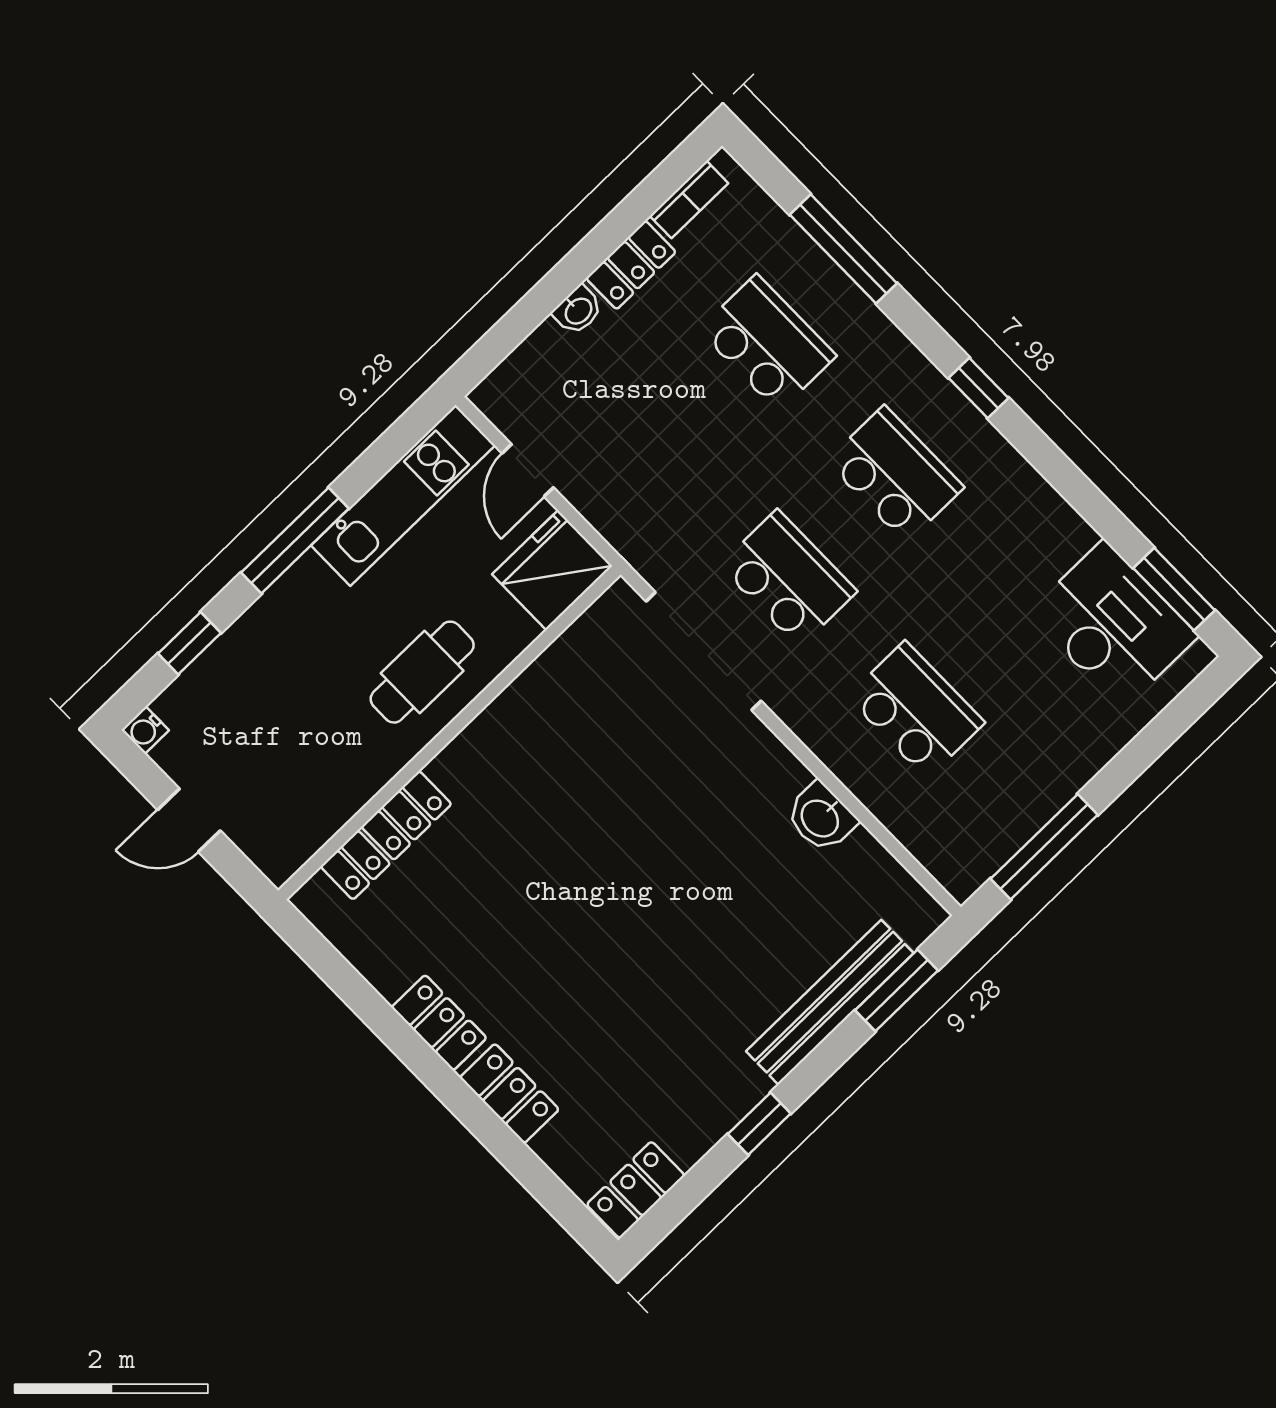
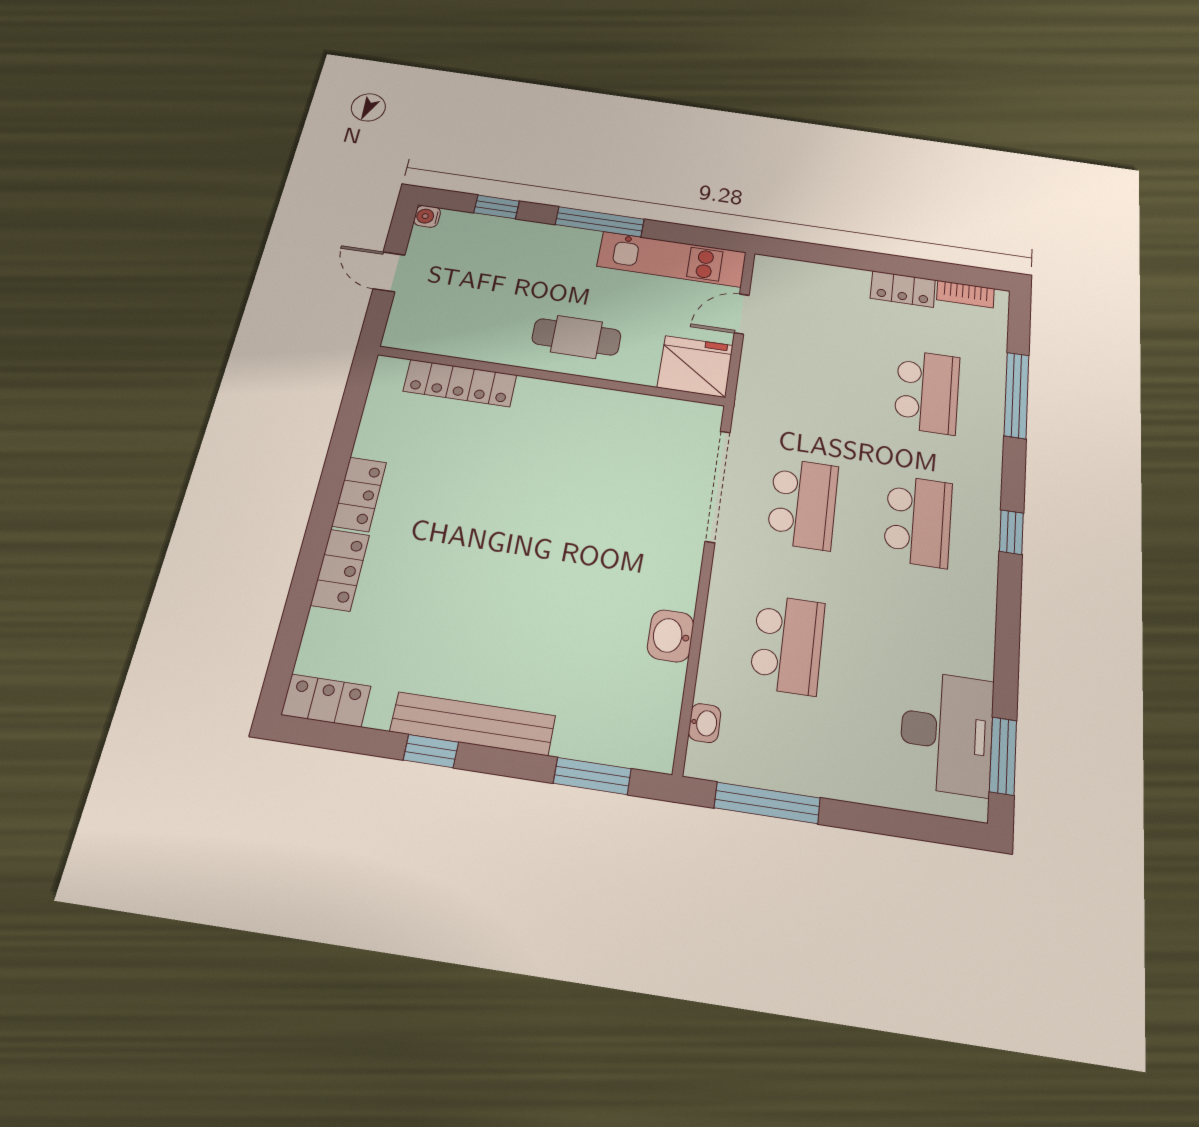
washbasin: (578, 310) -> (705, 723), moved, turned -90
bench: (830, 1002) -> (473, 724), moved

